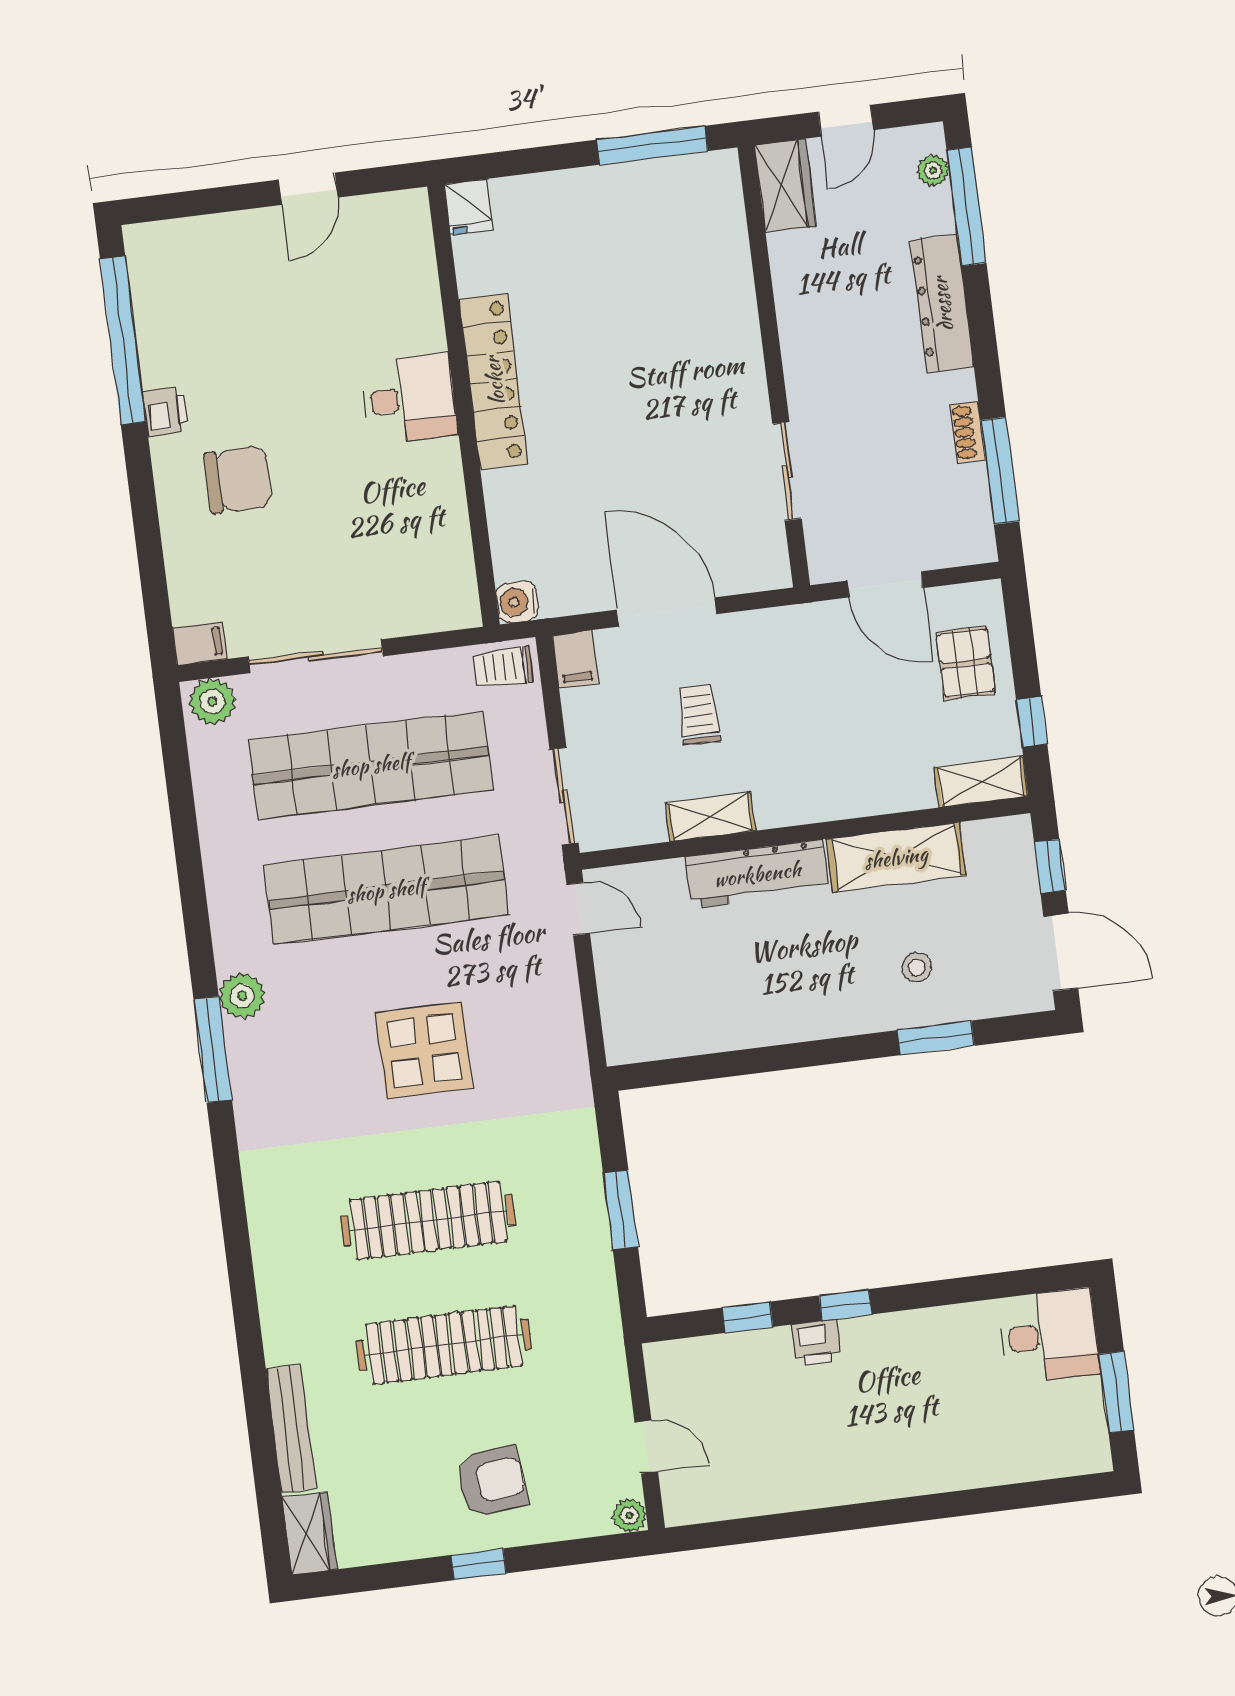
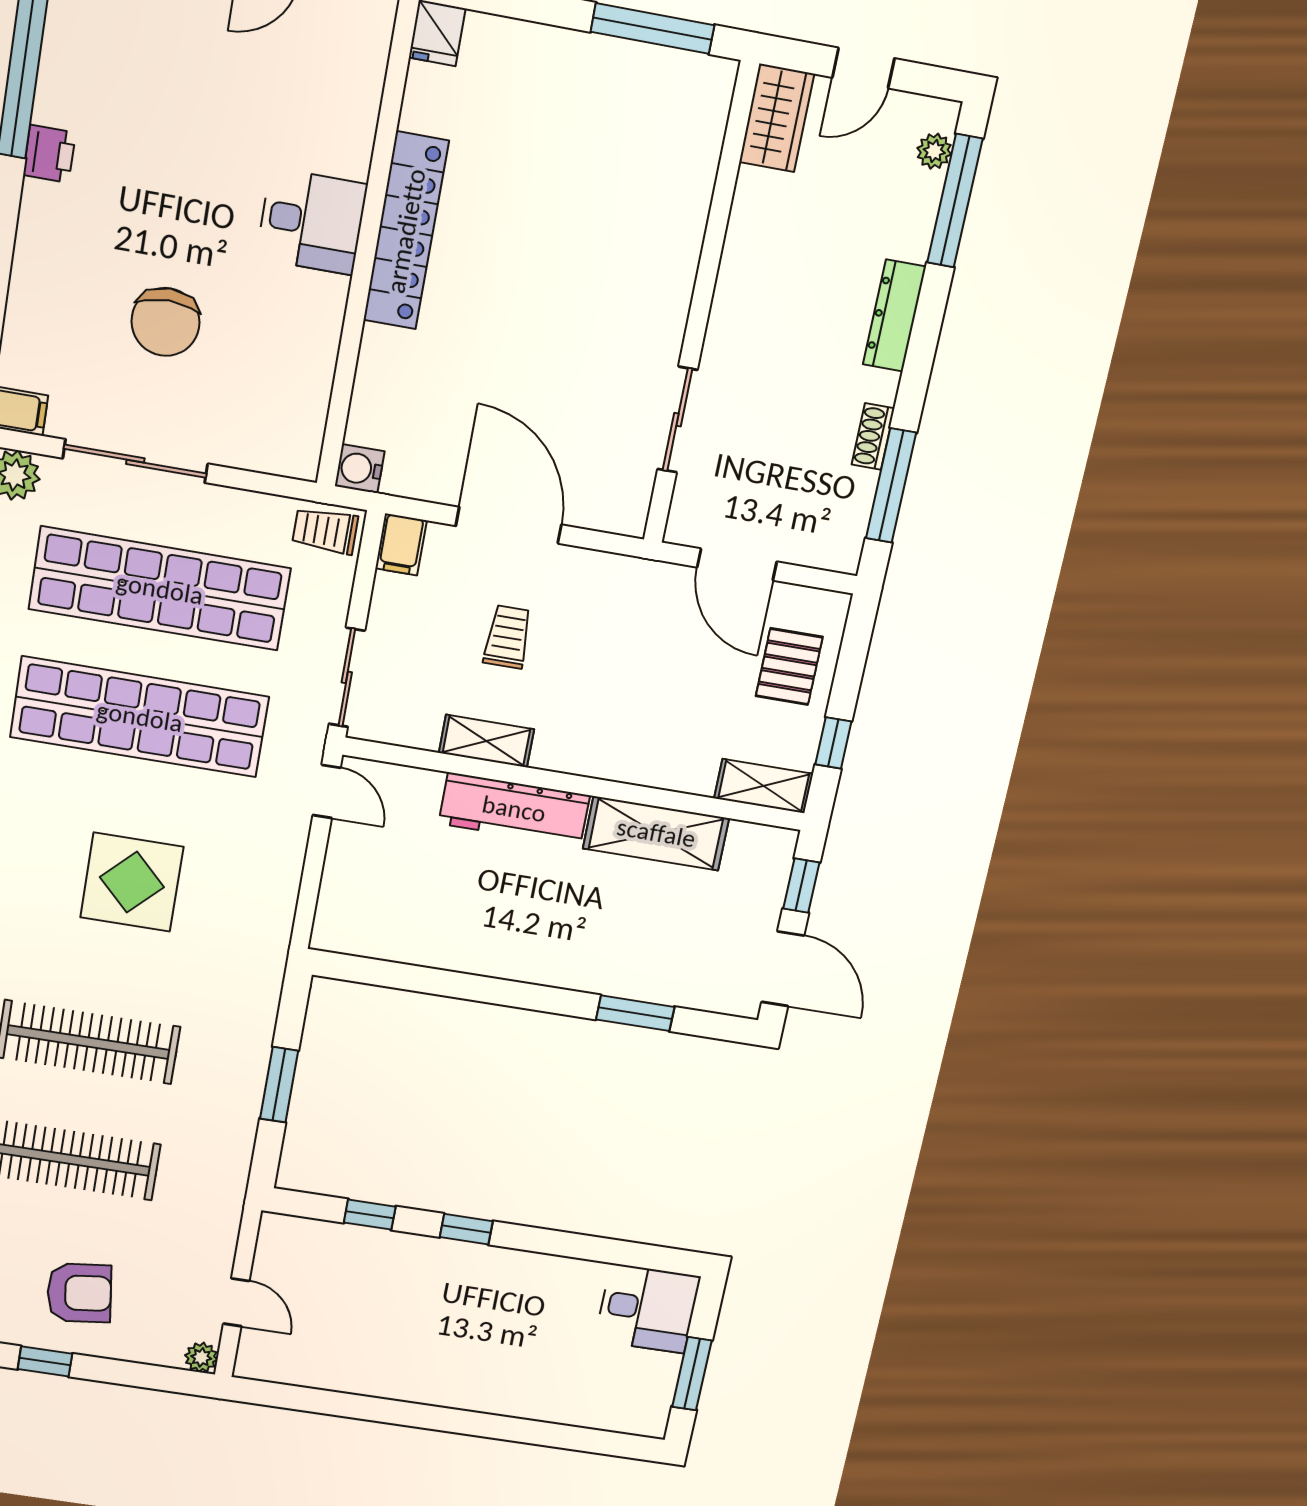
dresser: (942, 304) -> (894, 316), width x0.73, depth x0.80
chair: (238, 480) -> (165, 322), moved, turned 90
stool: (917, 967) -> (640, 943), removed
printer: (816, 1342) -> (428, 1254), removed

